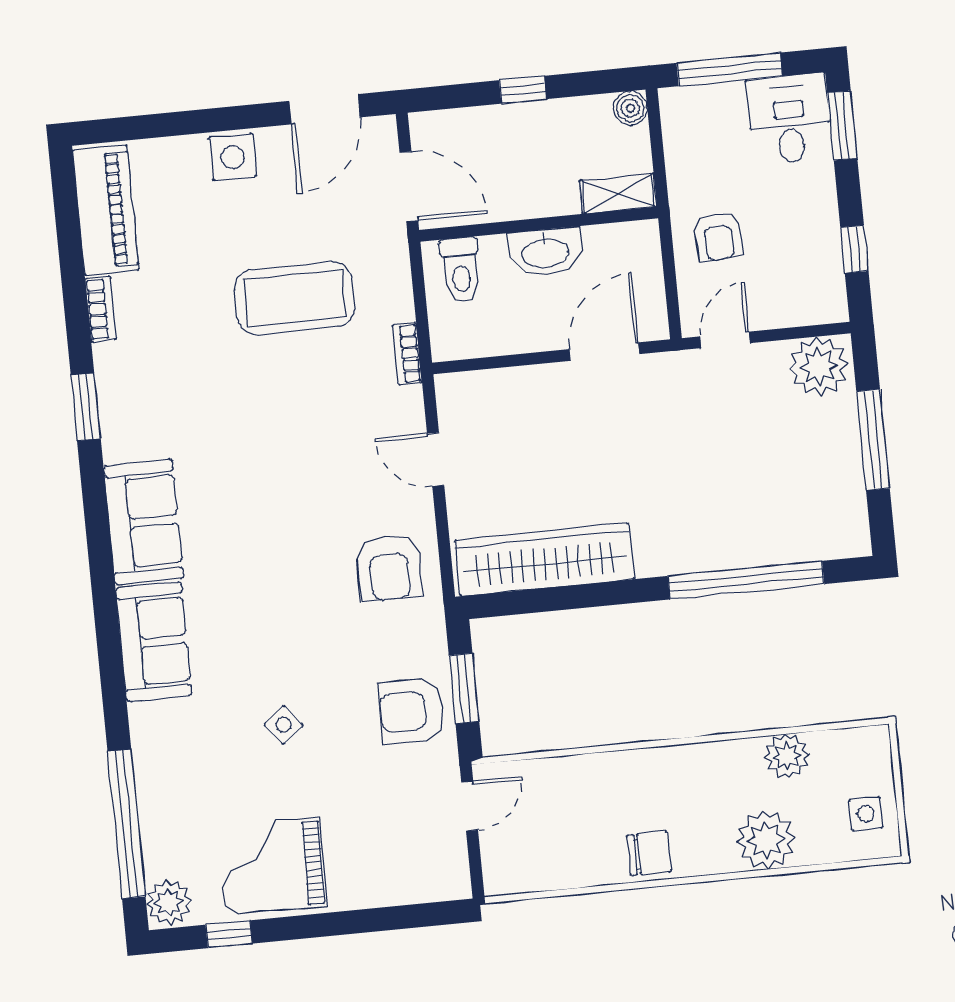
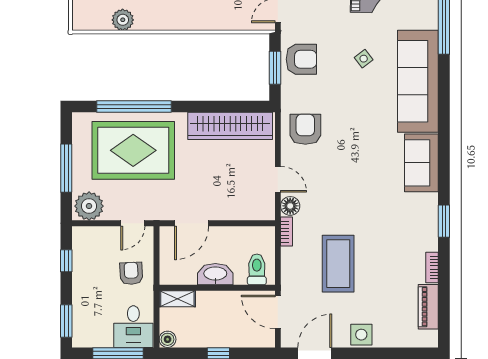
desk: (789, 119) -> (133, 327), moved
piano: (106, 210) -> (428, 307), width x0.73, depth x0.75
coffee table: (295, 298) -> (338, 264), turned 90
floor lamp: (405, 407) -> (290, 206), added
rug: (739, 490) -> (133, 150), added
sofa: (154, 642) -> (418, 81), width x1.85, depth x1.27

